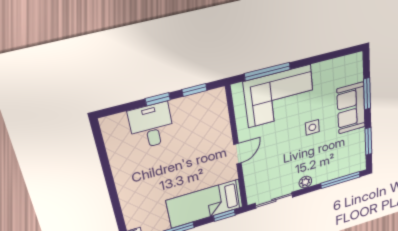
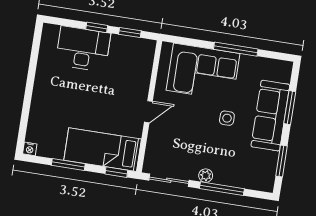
window: (267, 71) -> (236, 49), moved
sofa: (351, 108) -> (270, 116), width x1.36
desk: (151, 126) -> (83, 49), width x1.37
window: (341, 180) -> (222, 189), moved

